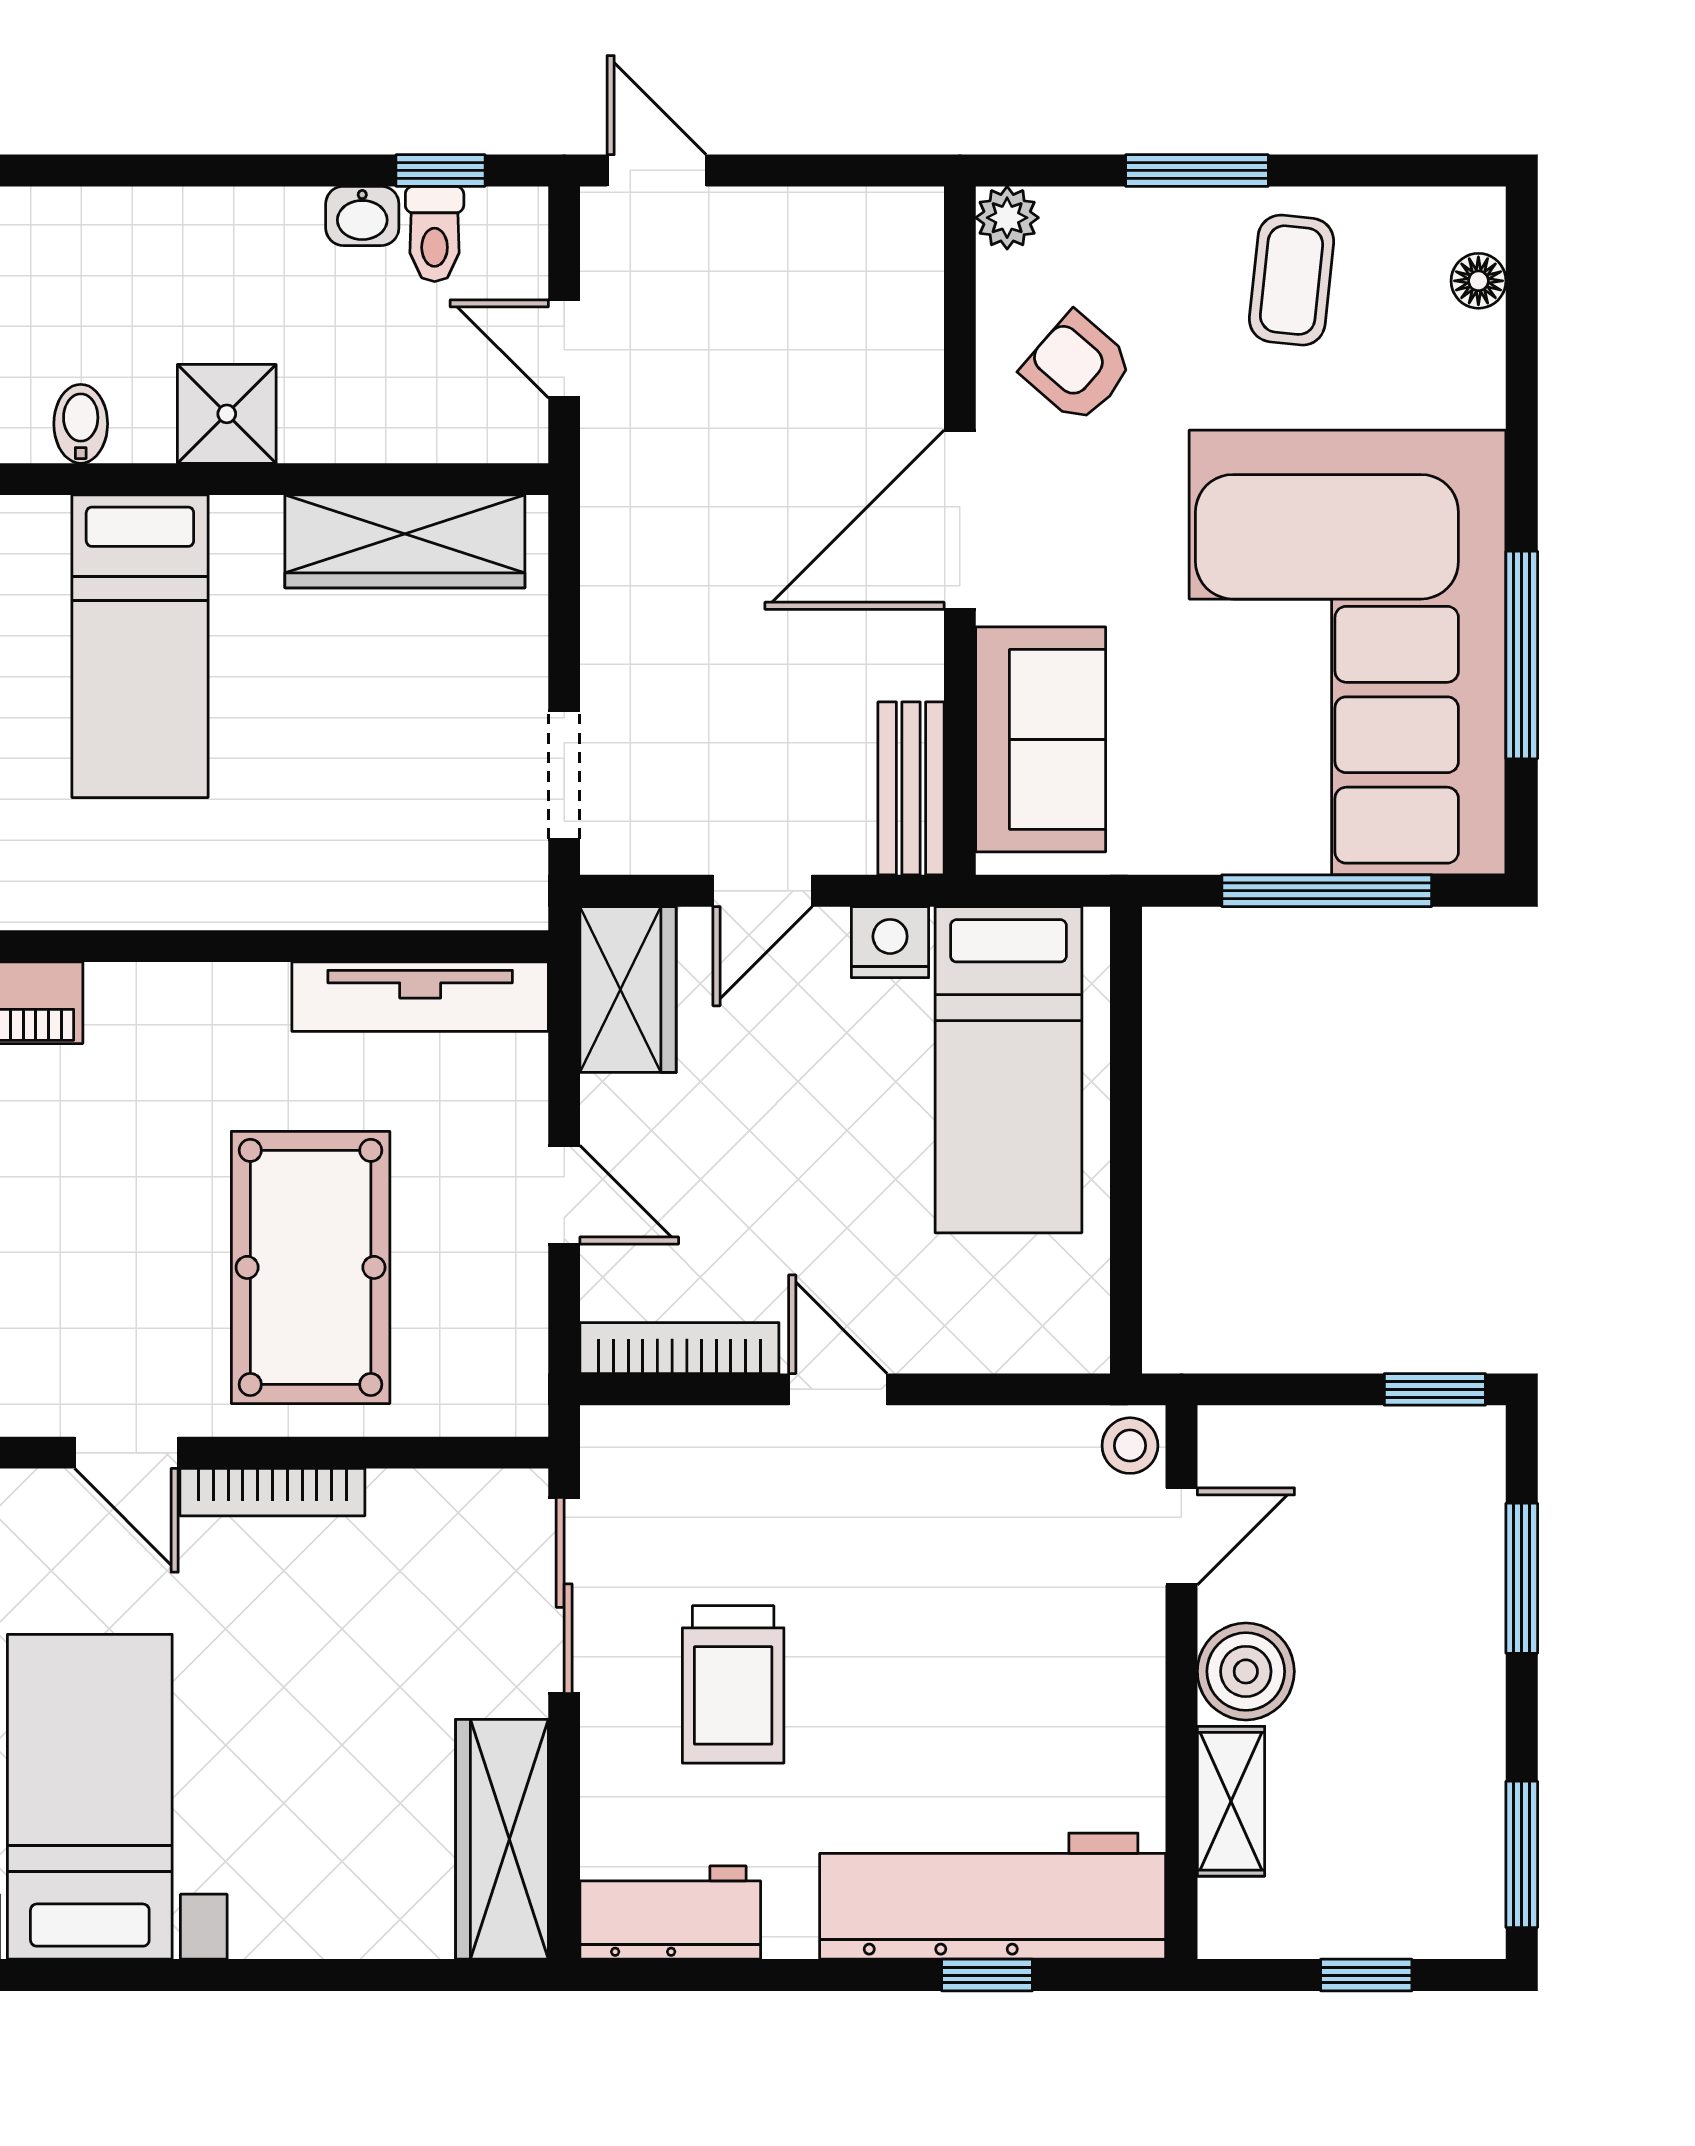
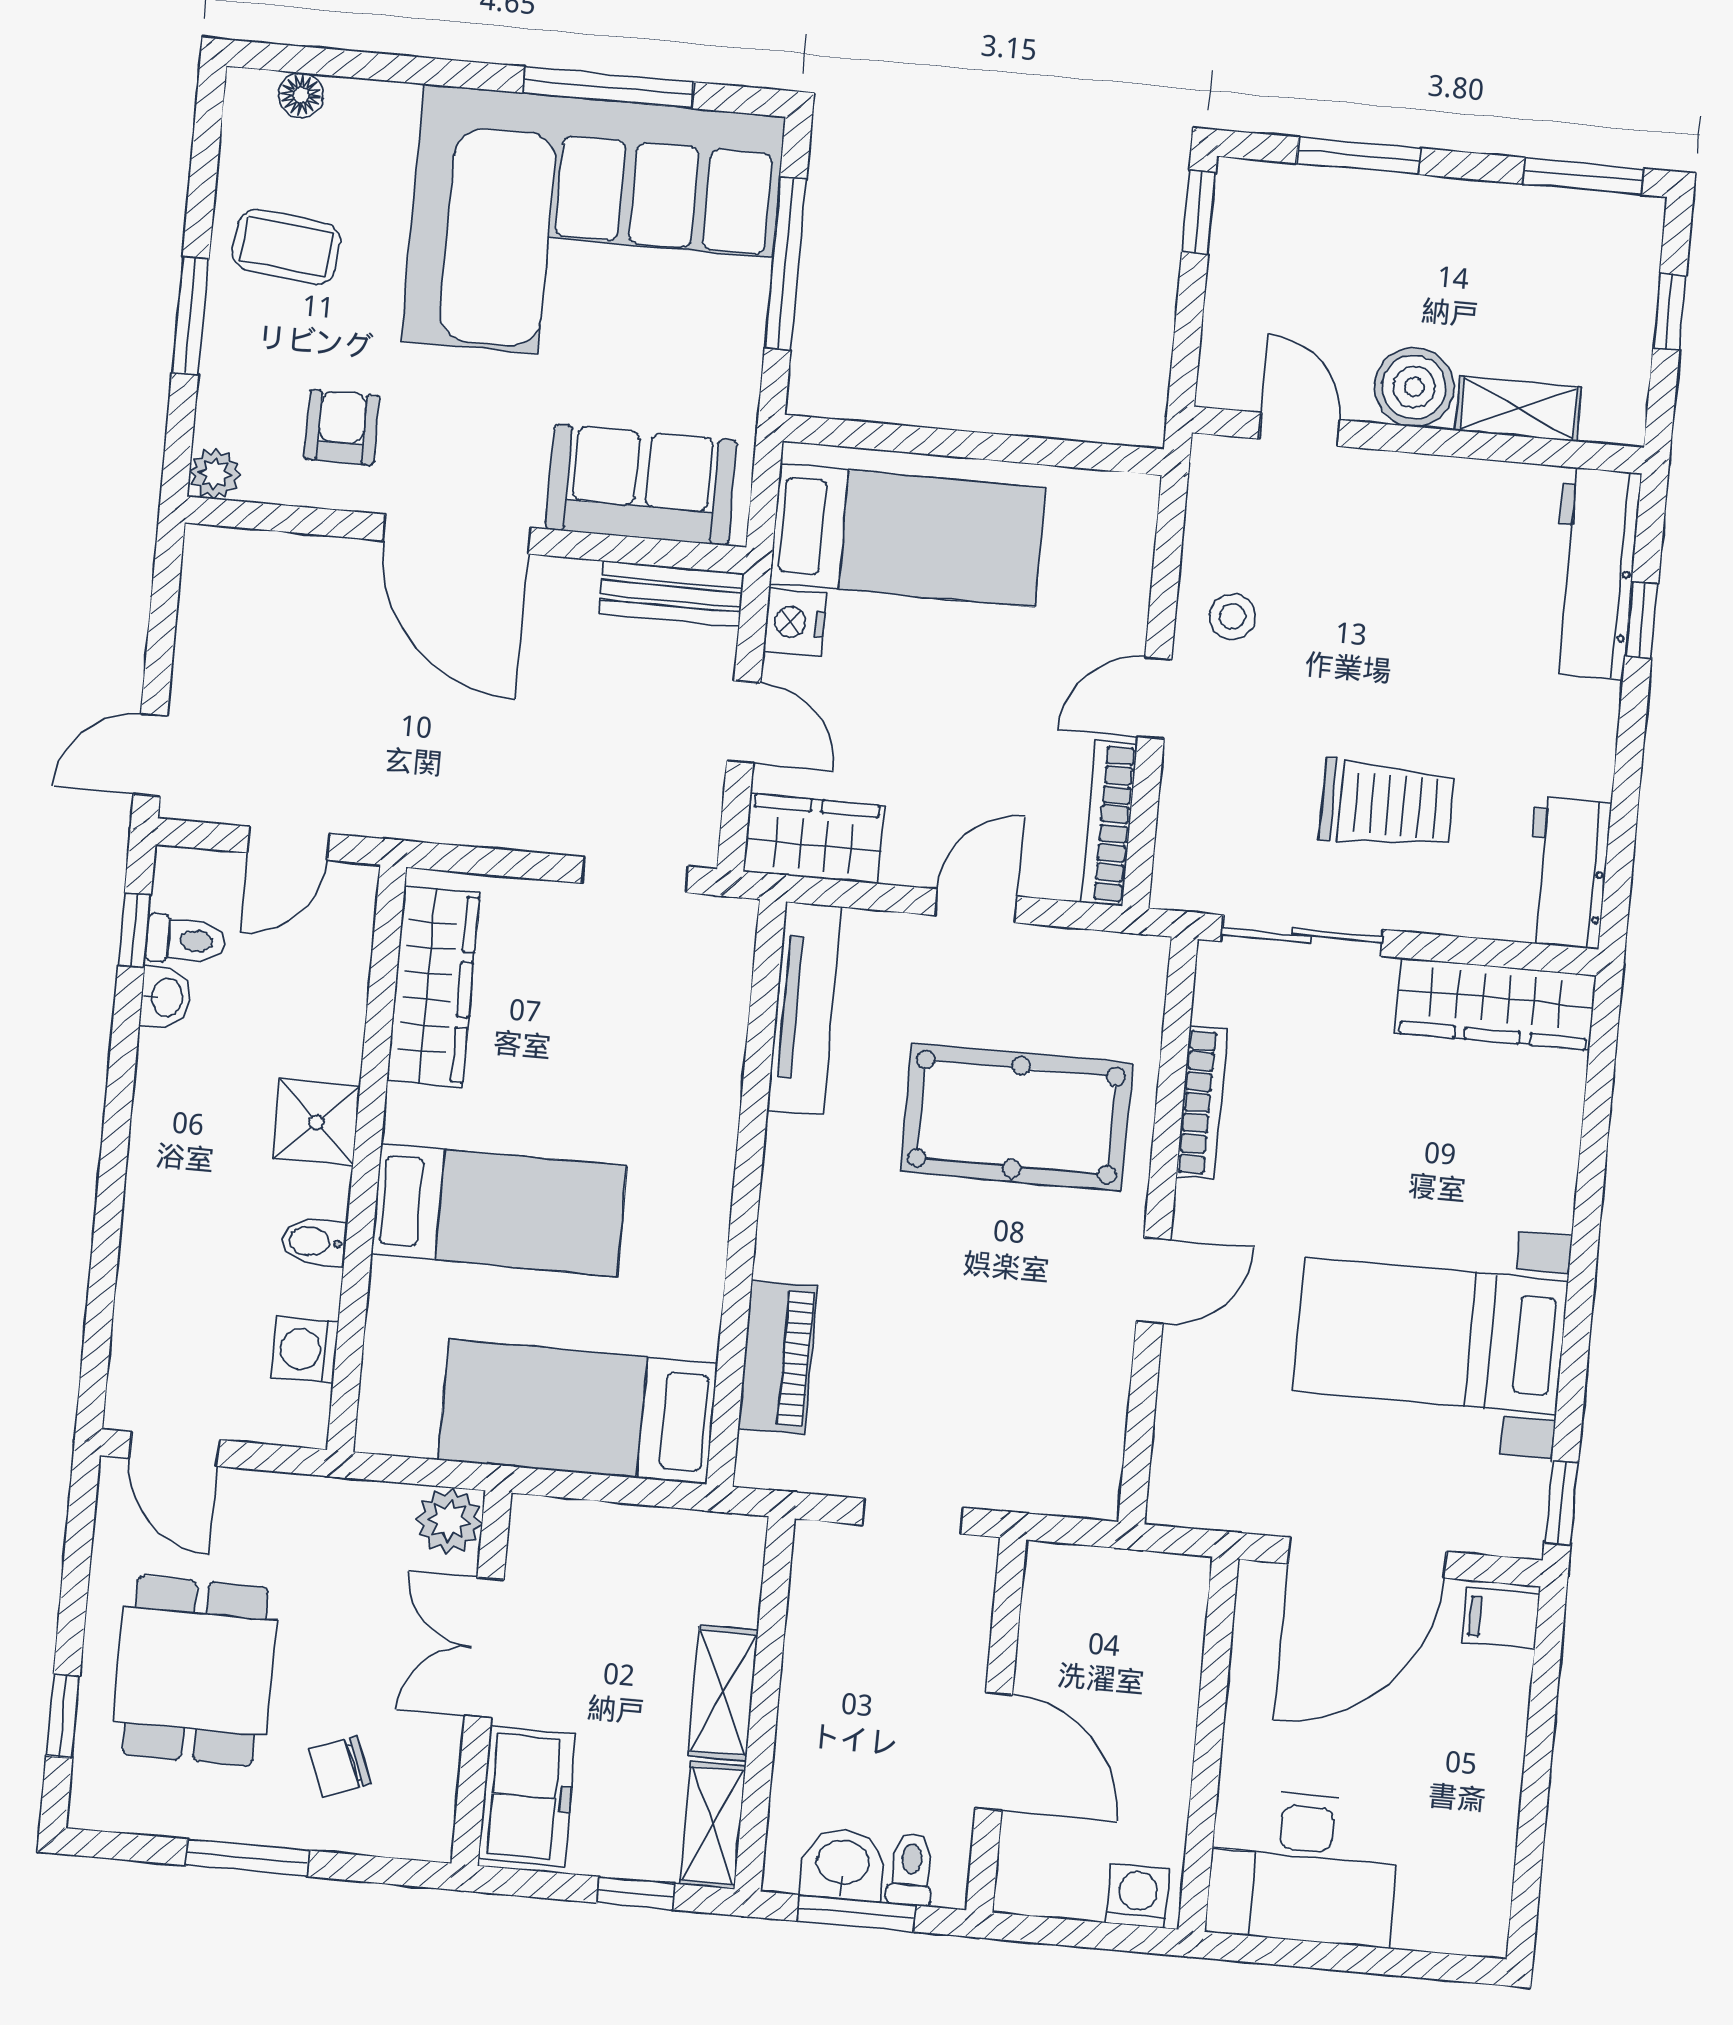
armchair: (1077, 368) -> (342, 427), turned 139
stool: (1130, 1446) -> (1233, 616), moved
bookcase: (272, 1492) -> (1202, 1103), moved
workbench: (993, 1896) -> (1594, 573), width x0.73, depth x0.76

